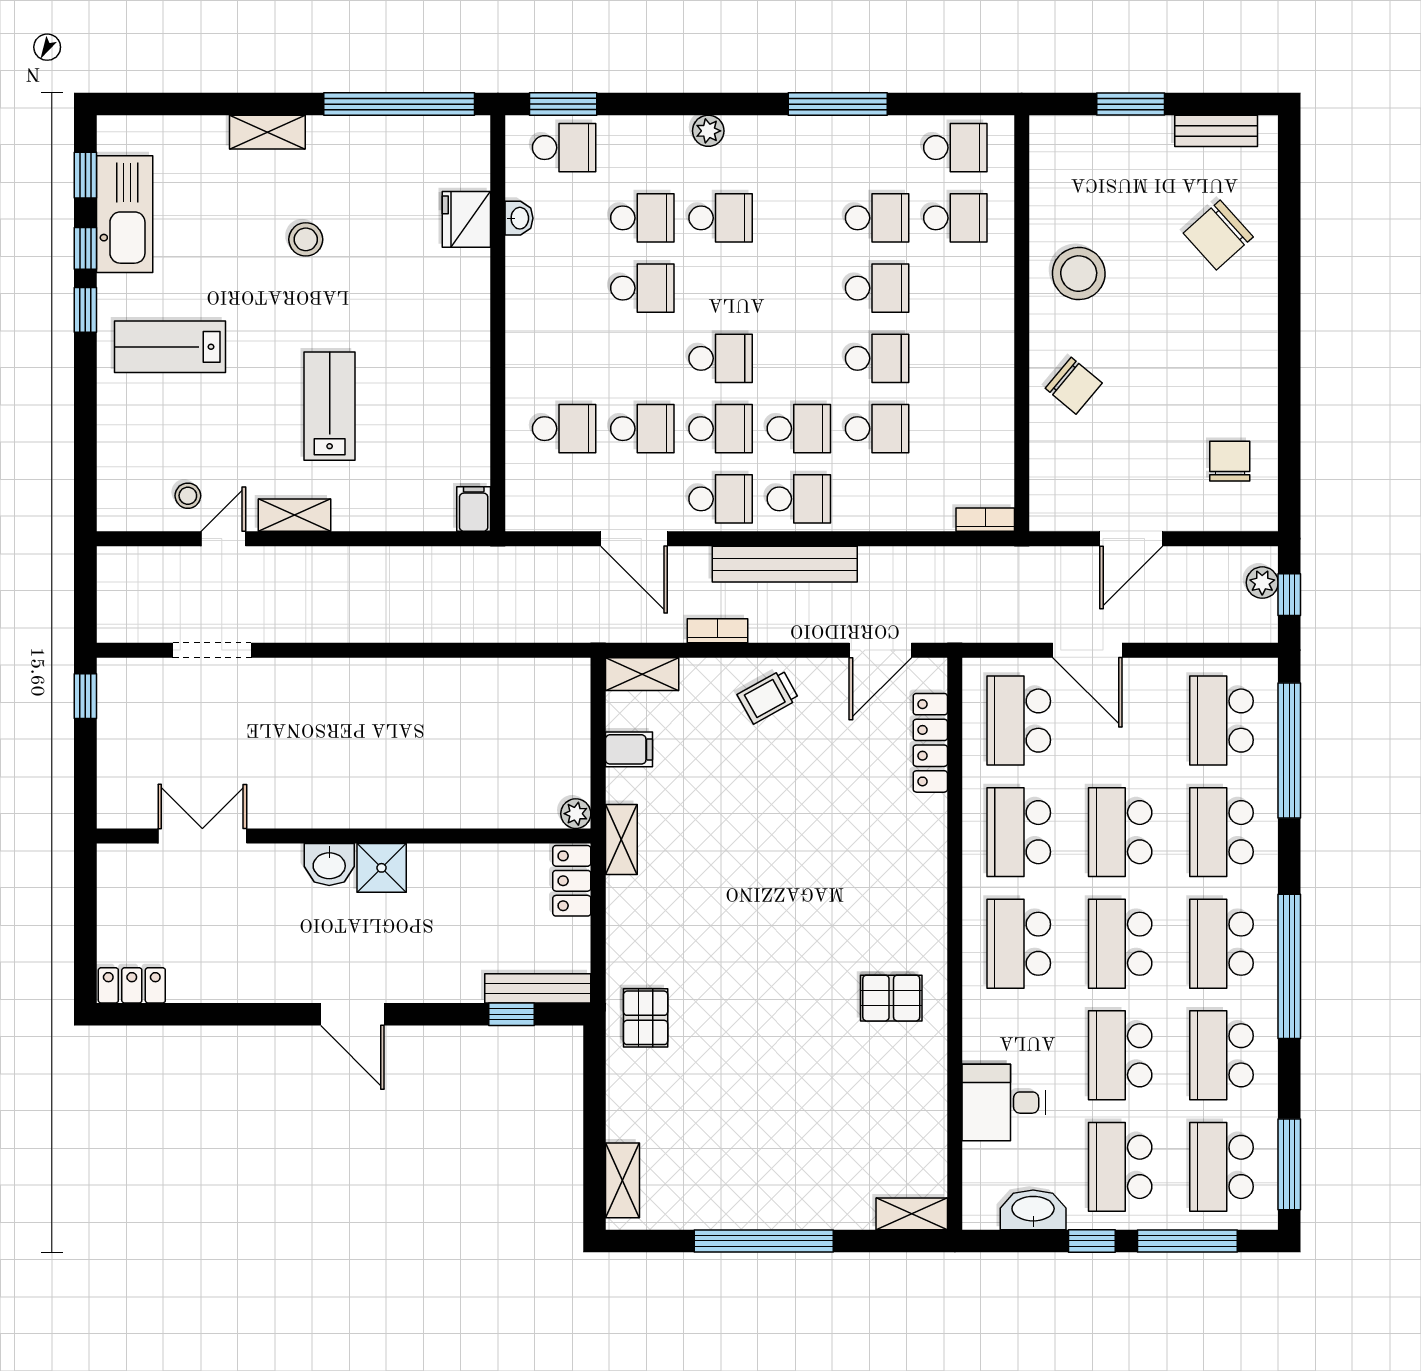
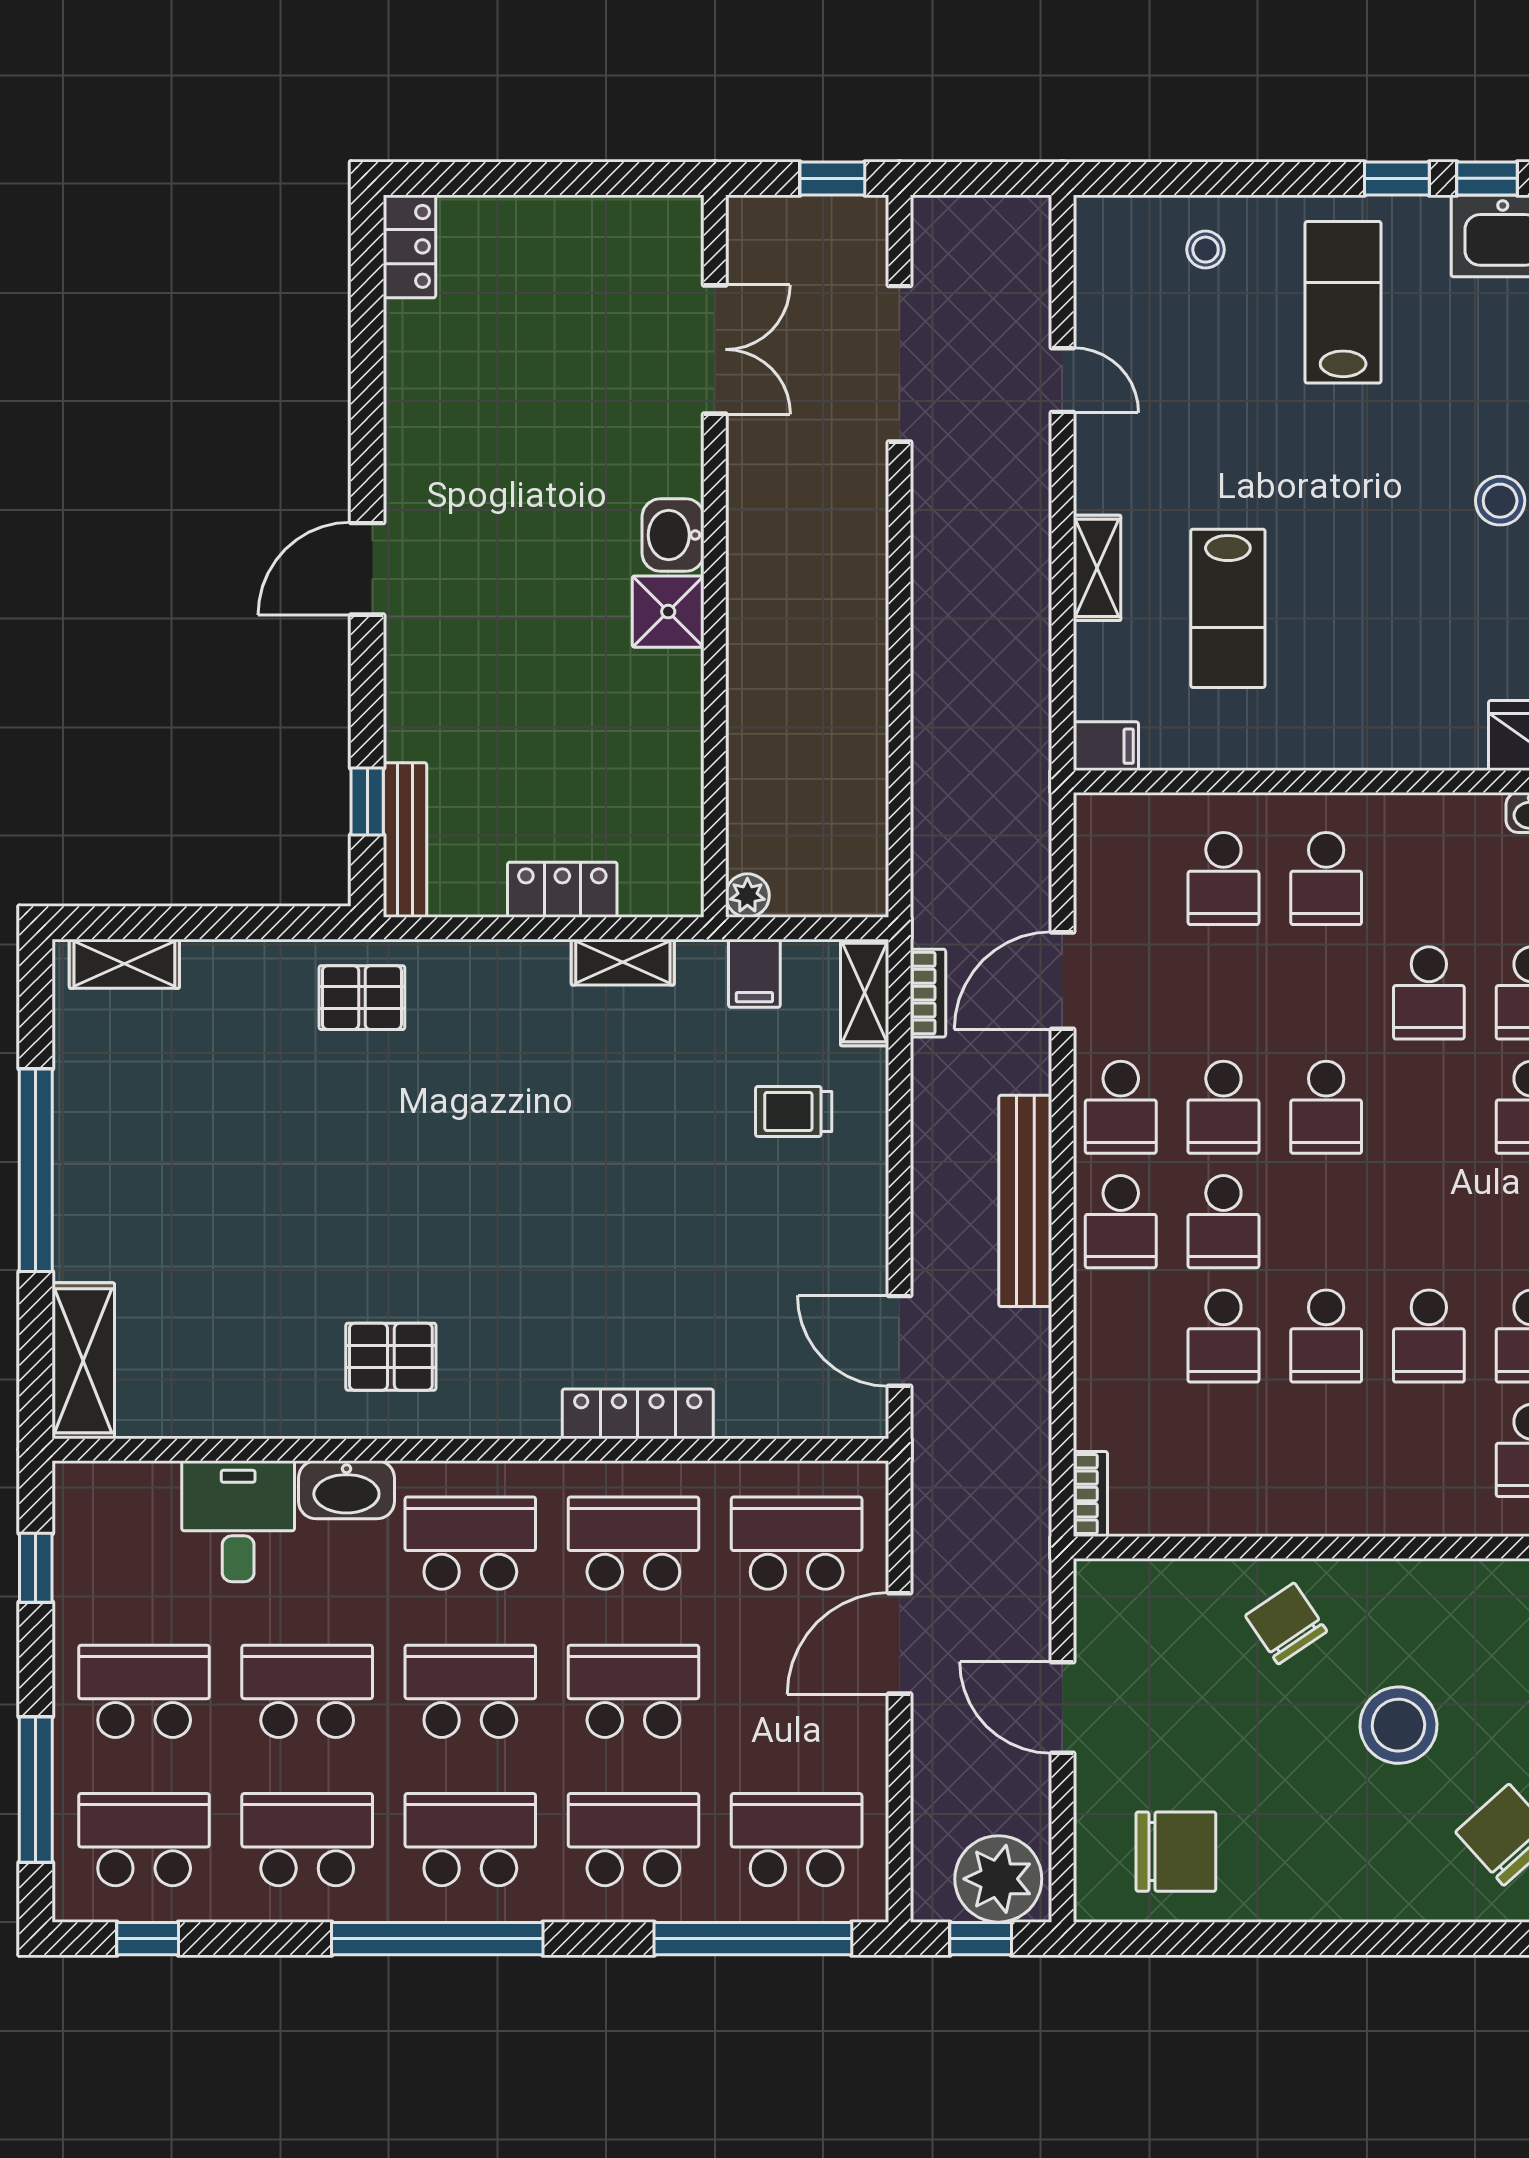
stool: (1079, 274) -> (1398, 1725), moved
chair: (1074, 386) -> (1286, 1623), turned 106
lab bench: (330, 406) -> (1228, 608), moved, turned 90
school desk: (642, 429) -> (1326, 878), moved
chair: (1230, 461) -> (1176, 1852), width x1.37, depth x1.37
stool: (188, 496) -> (1206, 250), moved
shelving: (295, 515) -> (1097, 568), moved
plant: (1262, 583) -> (998, 1879), width x1.87, depth x1.87
bookcase: (717, 631) -> (928, 993), moved
doorway: (212, 650) -> (899, 364), width x1.36
trolley: (768, 697) -> (794, 1111), moved, turned -61
locker: (930, 743) -> (638, 1414), moved
plant: (576, 814) -> (747, 895), moved
double door: (202, 836) -> (715, 349), moved
wall: (344, 836) -> (715, 556), moved
washbasin: (329, 865) -> (673, 535), moved
shower: (382, 868) -> (668, 612), moved
pallet: (891, 998) -> (391, 1357), turned 90
window: (1289, 1164) -> (148, 1939), width x0.46
washbasin: (1033, 1210) -> (346, 1490), moved, turned 90
shelving: (912, 1214) -> (83, 1361), width x1.50, depth x1.33
window: (1092, 1241) -> (36, 1568), moved

